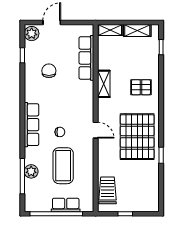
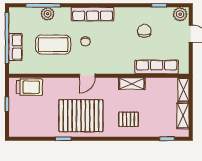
chair: (49, 71) -> (144, 31), turned -90
pallet: (141, 87) -> (128, 119), turned 90

